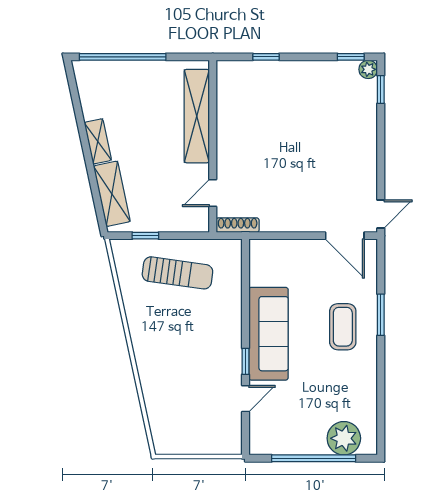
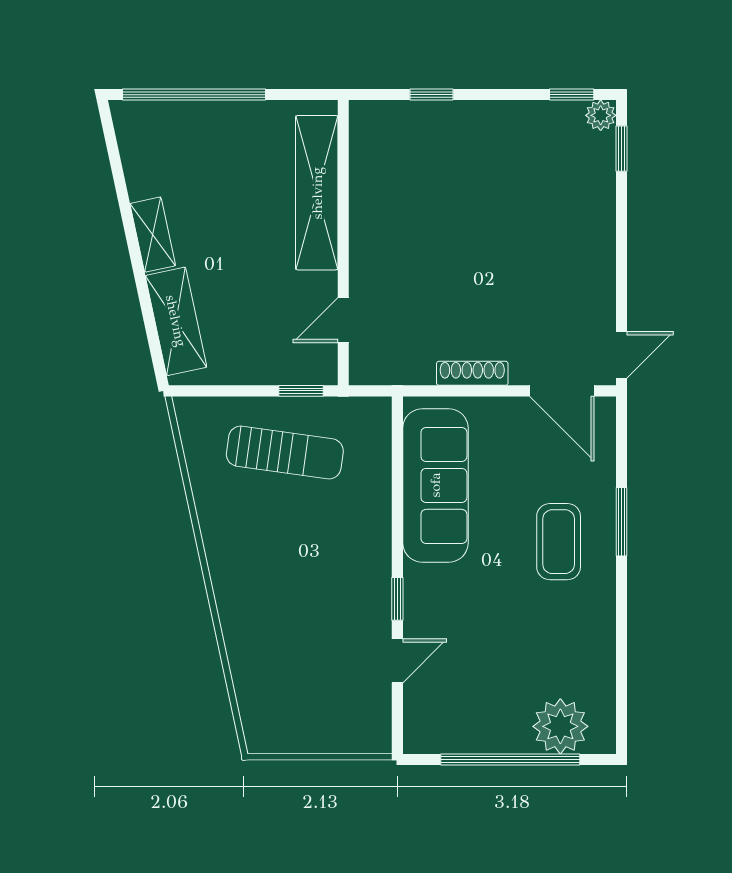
shoe rack: (238, 225) -> (472, 373), moved
window: (145, 236) -> (301, 391), moved
sofa: (268, 334) -> (435, 485), moved

